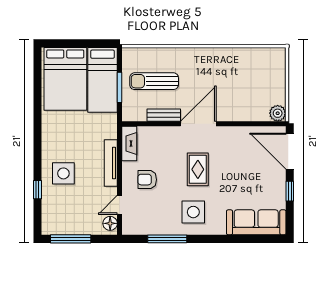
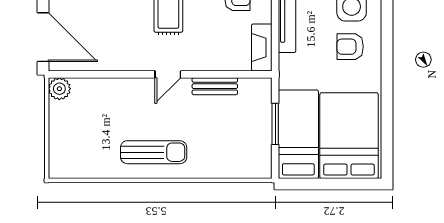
sun lounger: (154, 81) -> (154, 152), moved
door: (198, 124) -> (168, 74), width x0.53
armchair: (65, 144) -> (350, 47), added

